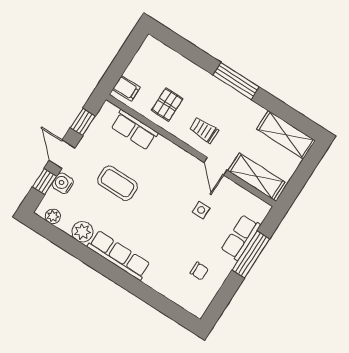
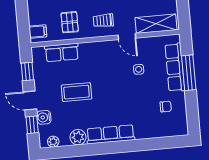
row of seats: (241, 237) -> (175, 67), width x1.48

